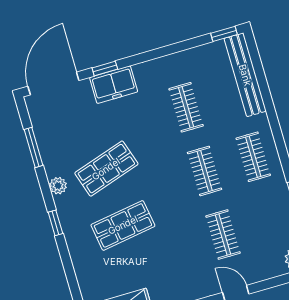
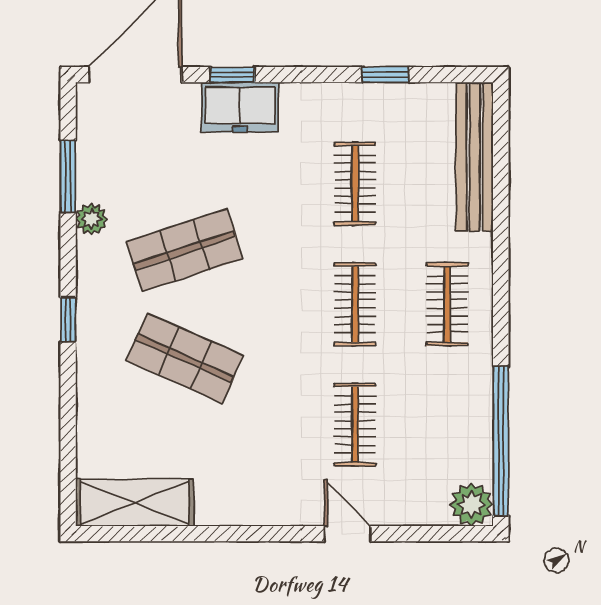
window: (224, 34) -> (385, 75), moved
plant: (58, 186) -> (91, 219), moved
shop shelf: (123, 225) -> (185, 358), turned 33

